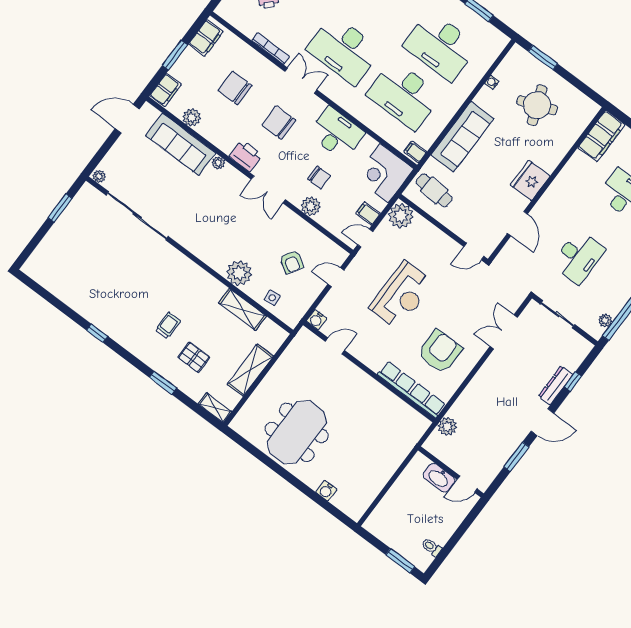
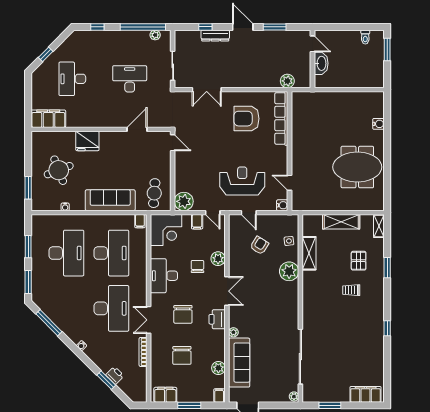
filing cabinet: (165, 90) -> (219, 395), width x0.50
fridge: (530, 180) -> (87, 141), moved
filing cabinet: (43, 256) -> (366, 394), added
reception desk: (402, 295) -> (242, 181), moved

